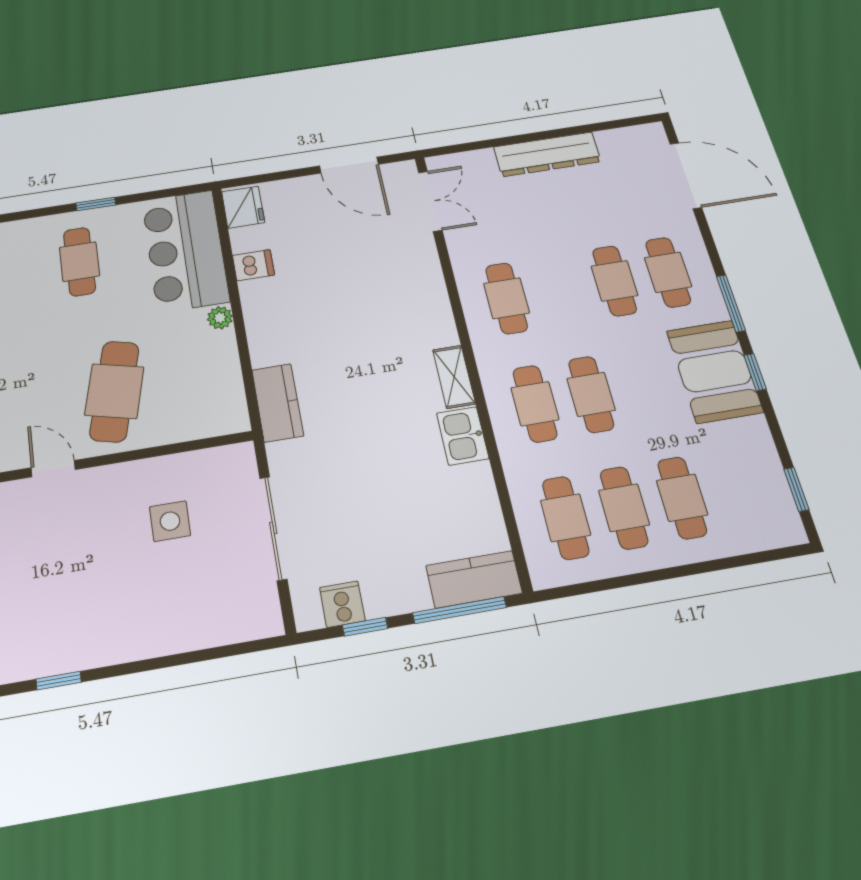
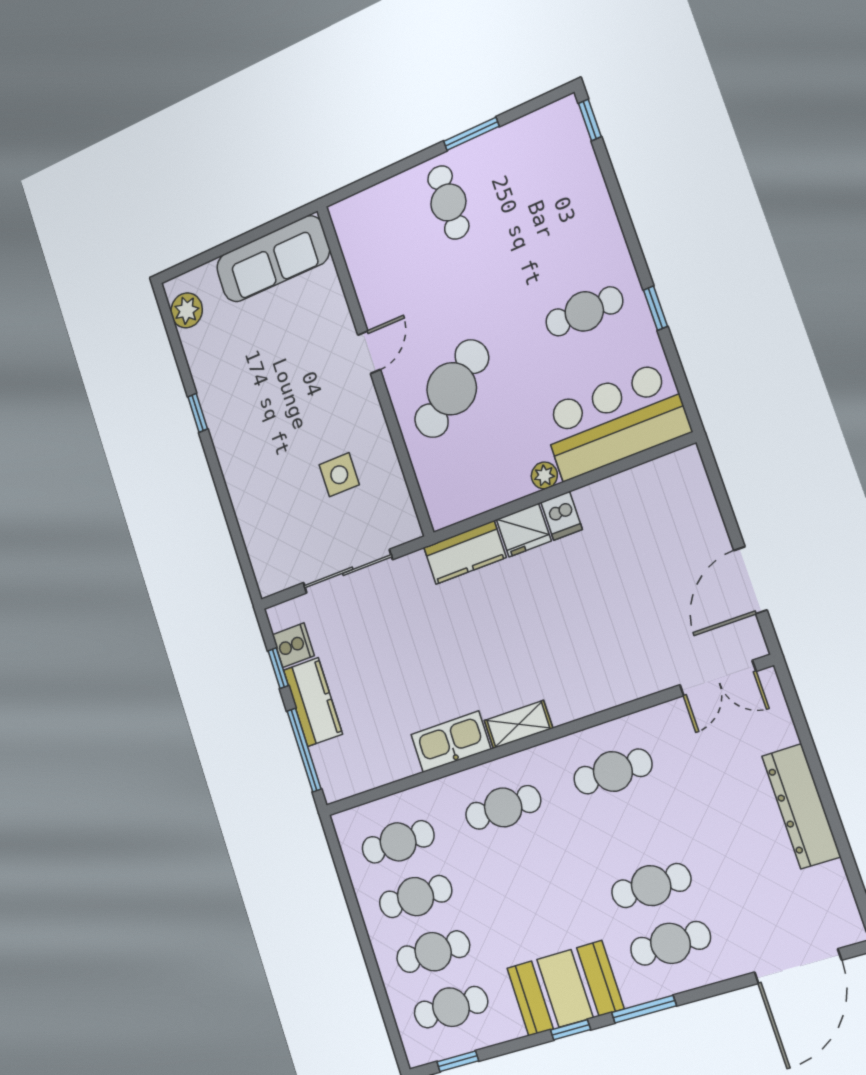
fridge: (243, 207) -> (524, 530), moved
dishwasher: (253, 265) -> (562, 516), moved
cafe table: (114, 391) -> (452, 389), turned -50
cafe table: (591, 394) -> (451, 1007), moved
kitchen sink: (463, 436) -> (451, 742), width x1.38
kitchen counter: (474, 579) -> (313, 702), moved

